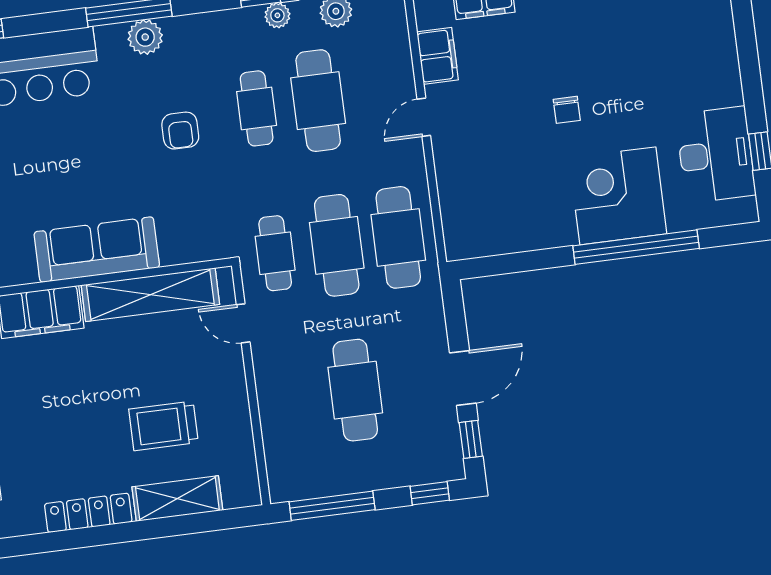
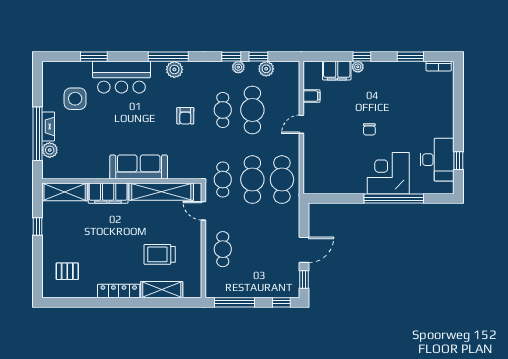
filing cabinet: (438, 56) -> (312, 96), width x0.50
cafe table: (355, 390) -> (223, 249), moved, width x0.73, depth x0.74

